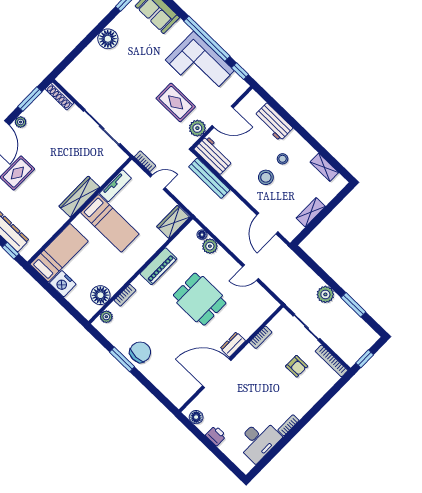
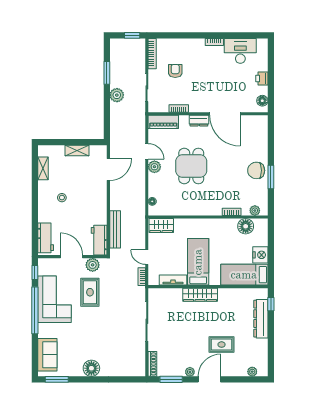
workbench: (273, 122) -> (46, 238), moved
stool: (266, 177) -> (82, 197), removed
plant: (210, 246) -> (154, 167), moved
piano: (158, 266) -> (163, 122), moved, turned 180

